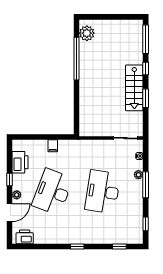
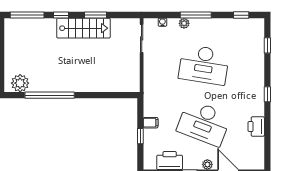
window: (41, 137) -> (140, 136), added
printer: (25, 237) -> (256, 127), moved

